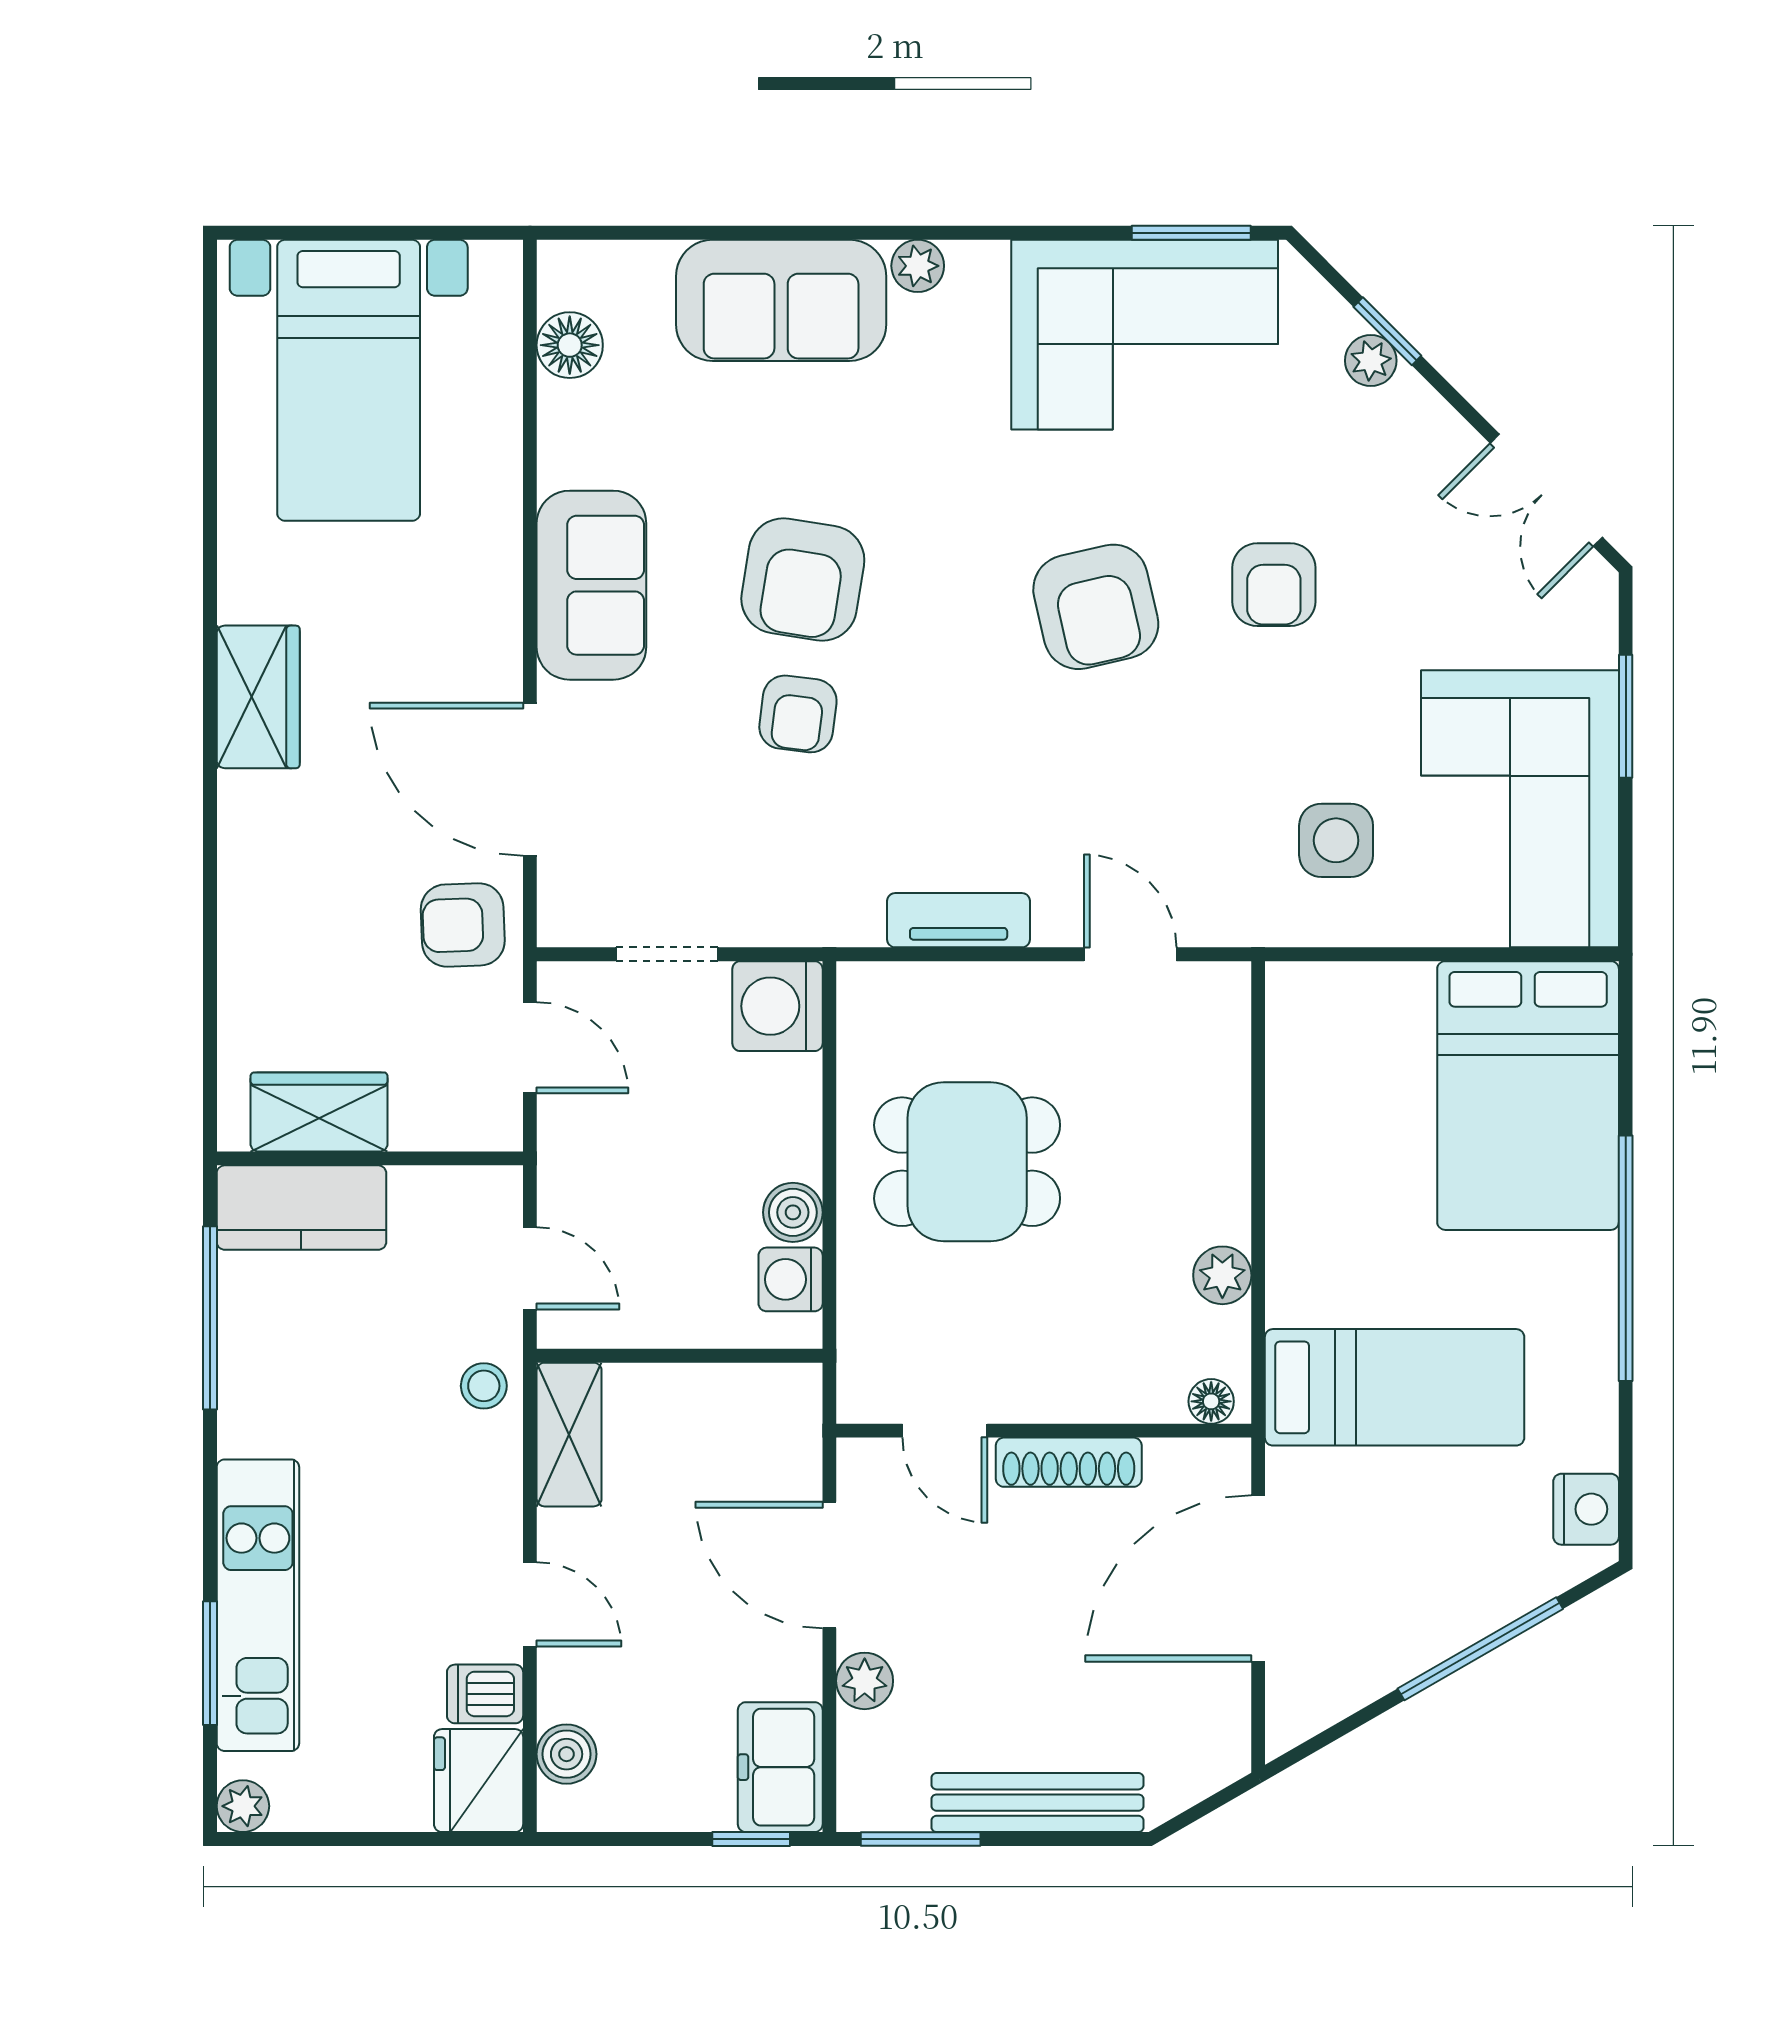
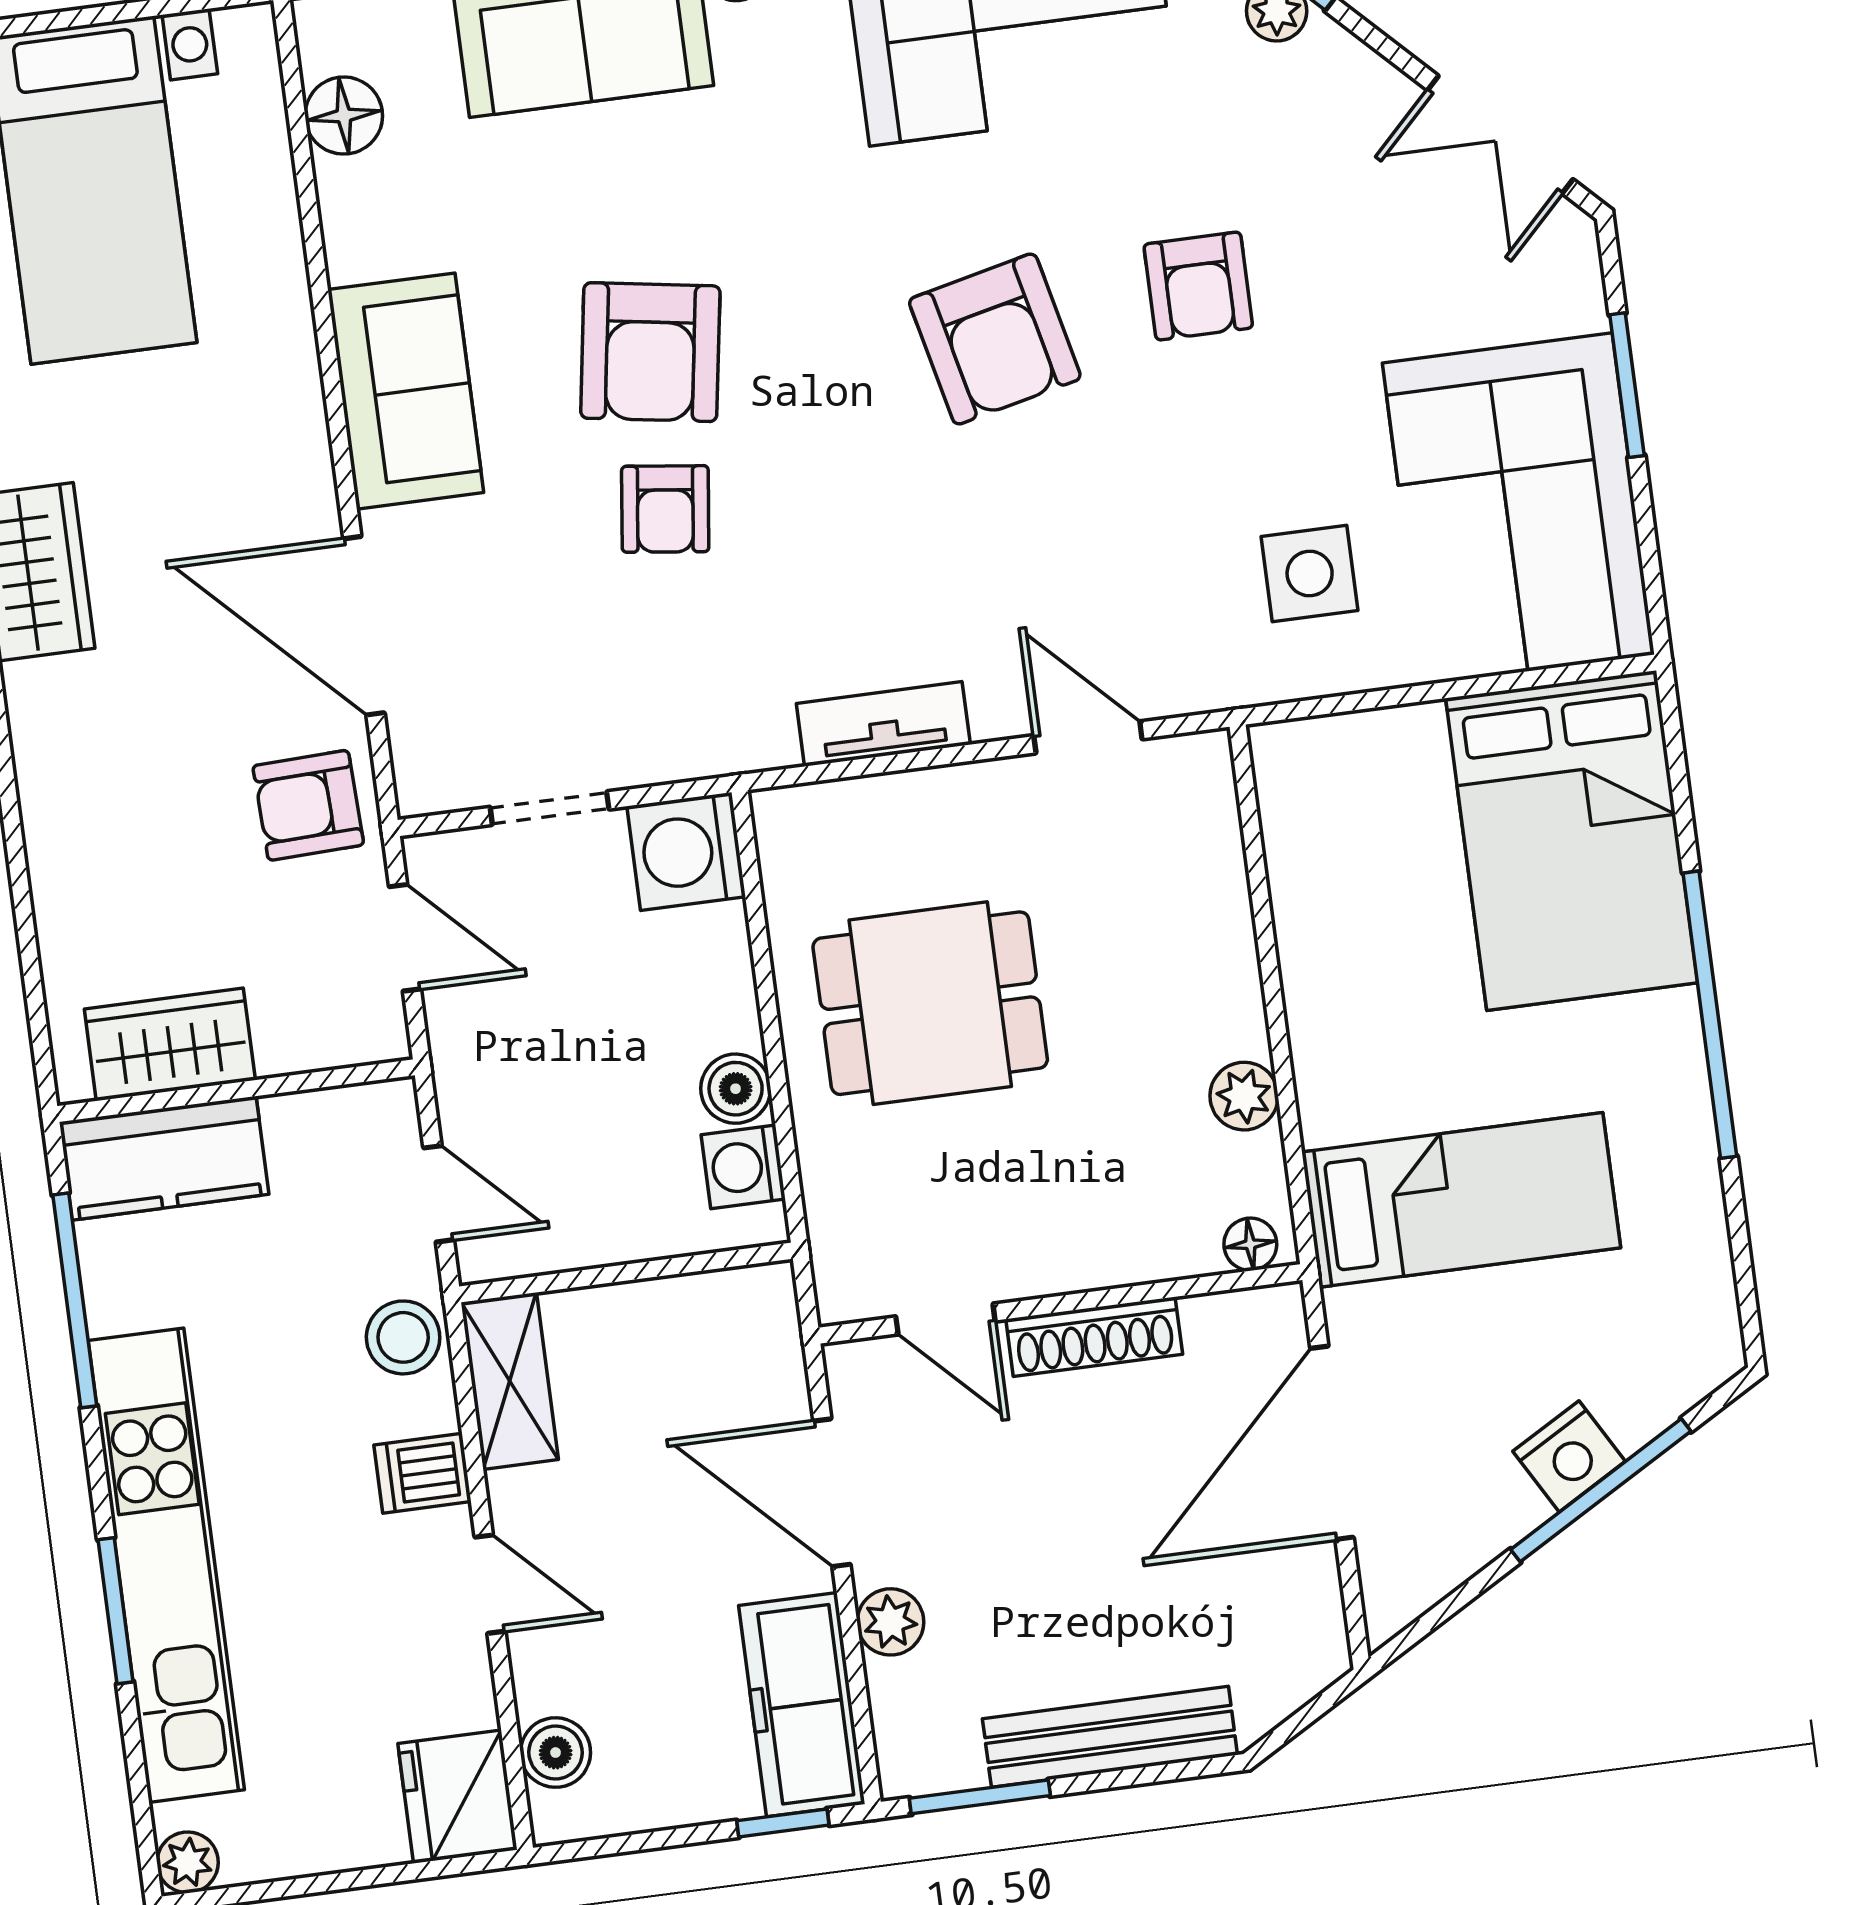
stool: (484, 1386) -> (403, 1337), width x1.37, depth x1.37
nightstand: (1586, 1509) -> (1569, 1456), moved, turned 60
kitchen unit: (258, 1605) -> (166, 1565), width x1.36
window: (210, 1663) -> (116, 1611), moved
dishwasher: (485, 1694) -> (422, 1473), moved
freezer: (780, 1767) -> (802, 1705), width x1.40

